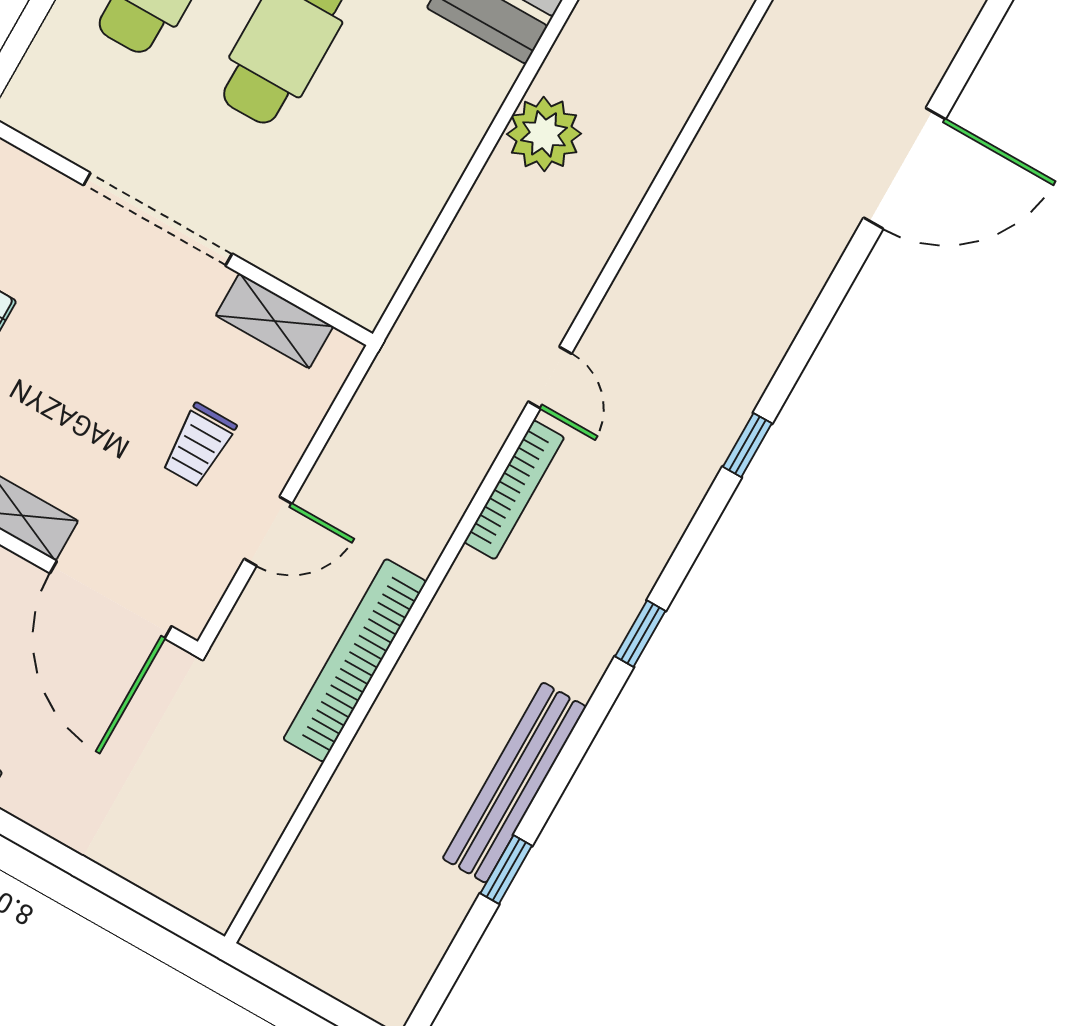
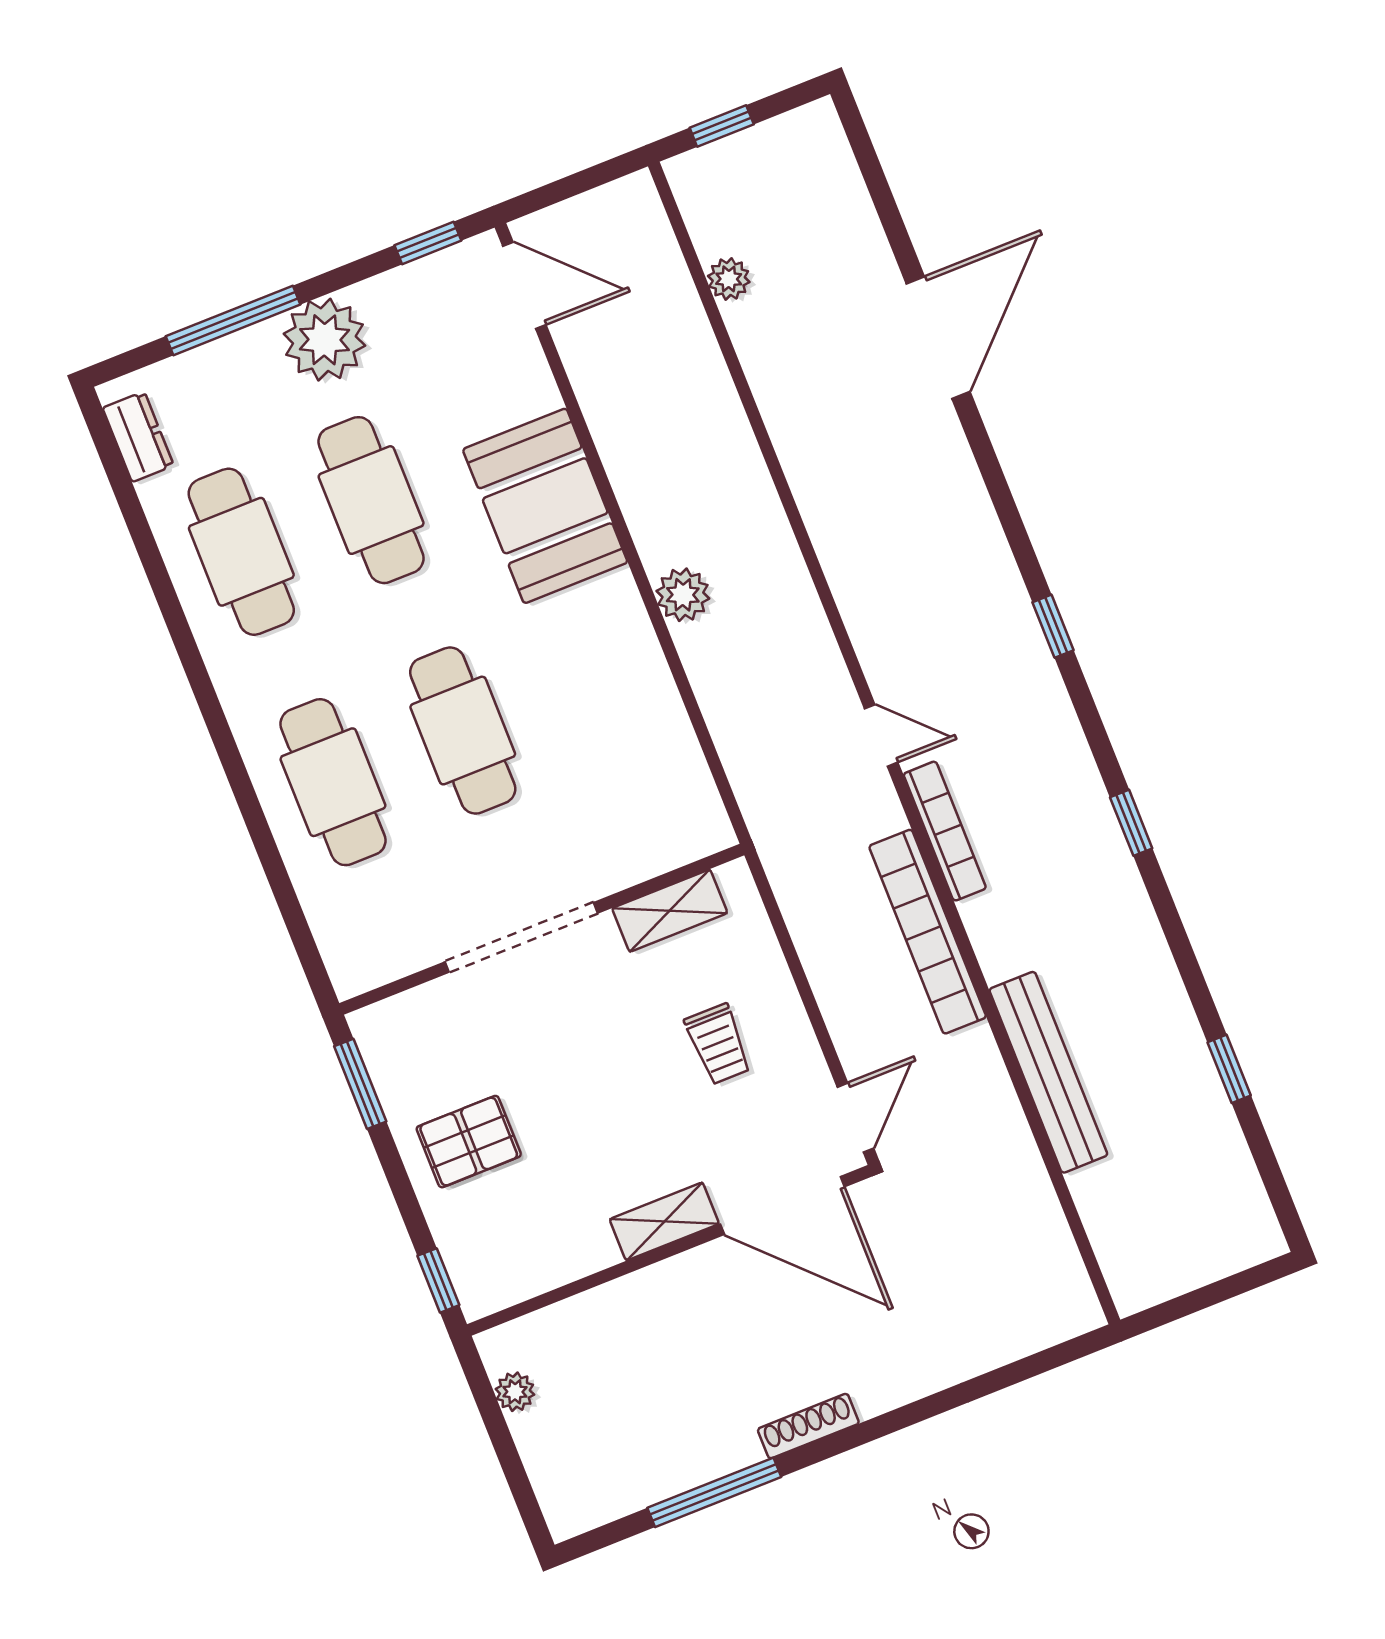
plant: (544, 134) -> (683, 595), width x0.73, depth x0.73
door: (268, 531) -> (855, 1118), moved
bookcase: (355, 660) -> (928, 932), moved
bench: (514, 783) -> (1048, 1072), moved

